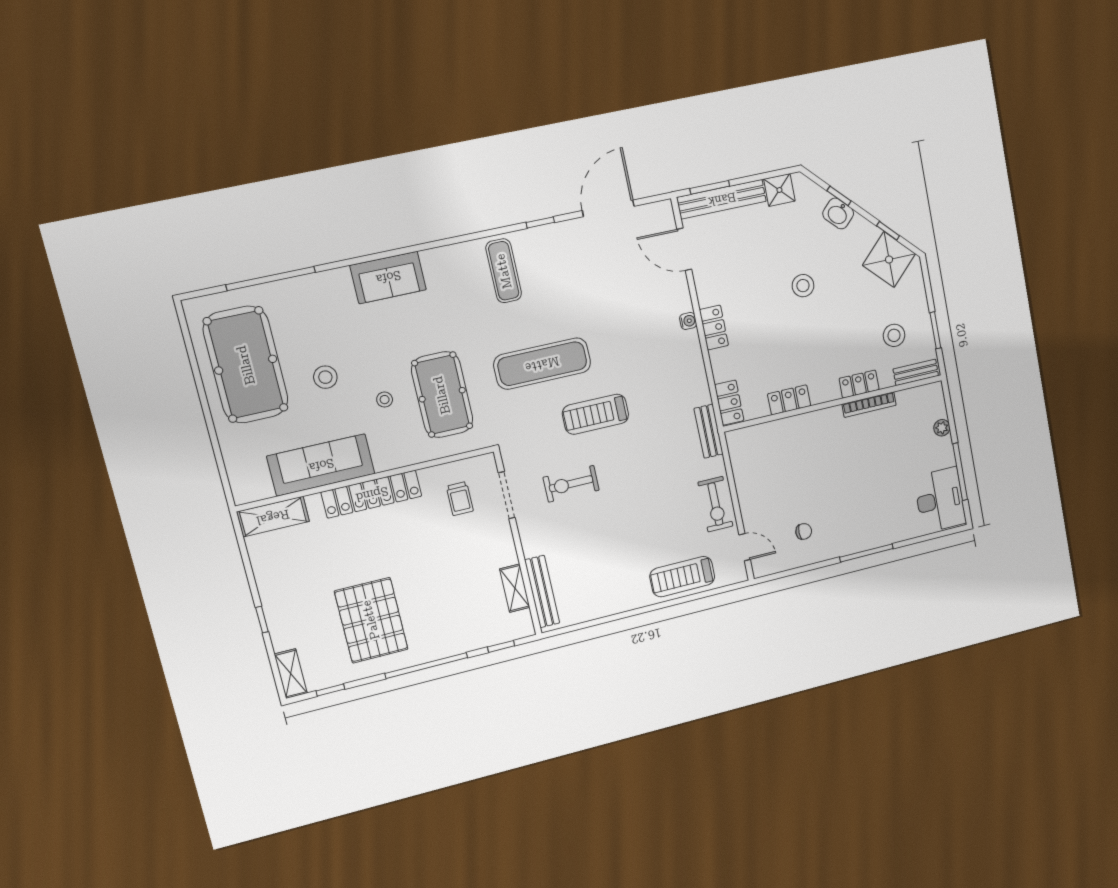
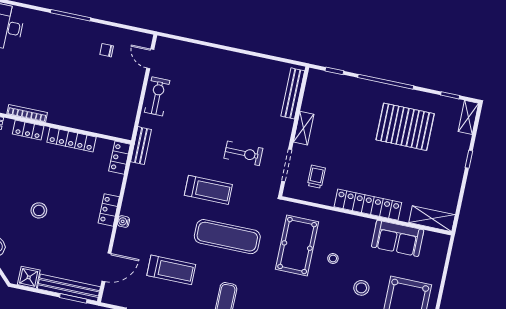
door: (684, 249) -> (106, 267), hinge flipped
locker: (789, 400) -> (71, 140), width x1.53
sofa: (321, 465) -> (398, 238), width x0.73
treadmill: (682, 577) -> (171, 270), moved
shelving: (515, 588) -> (304, 128), moved
pallet: (371, 620) -> (405, 127), turned 90

